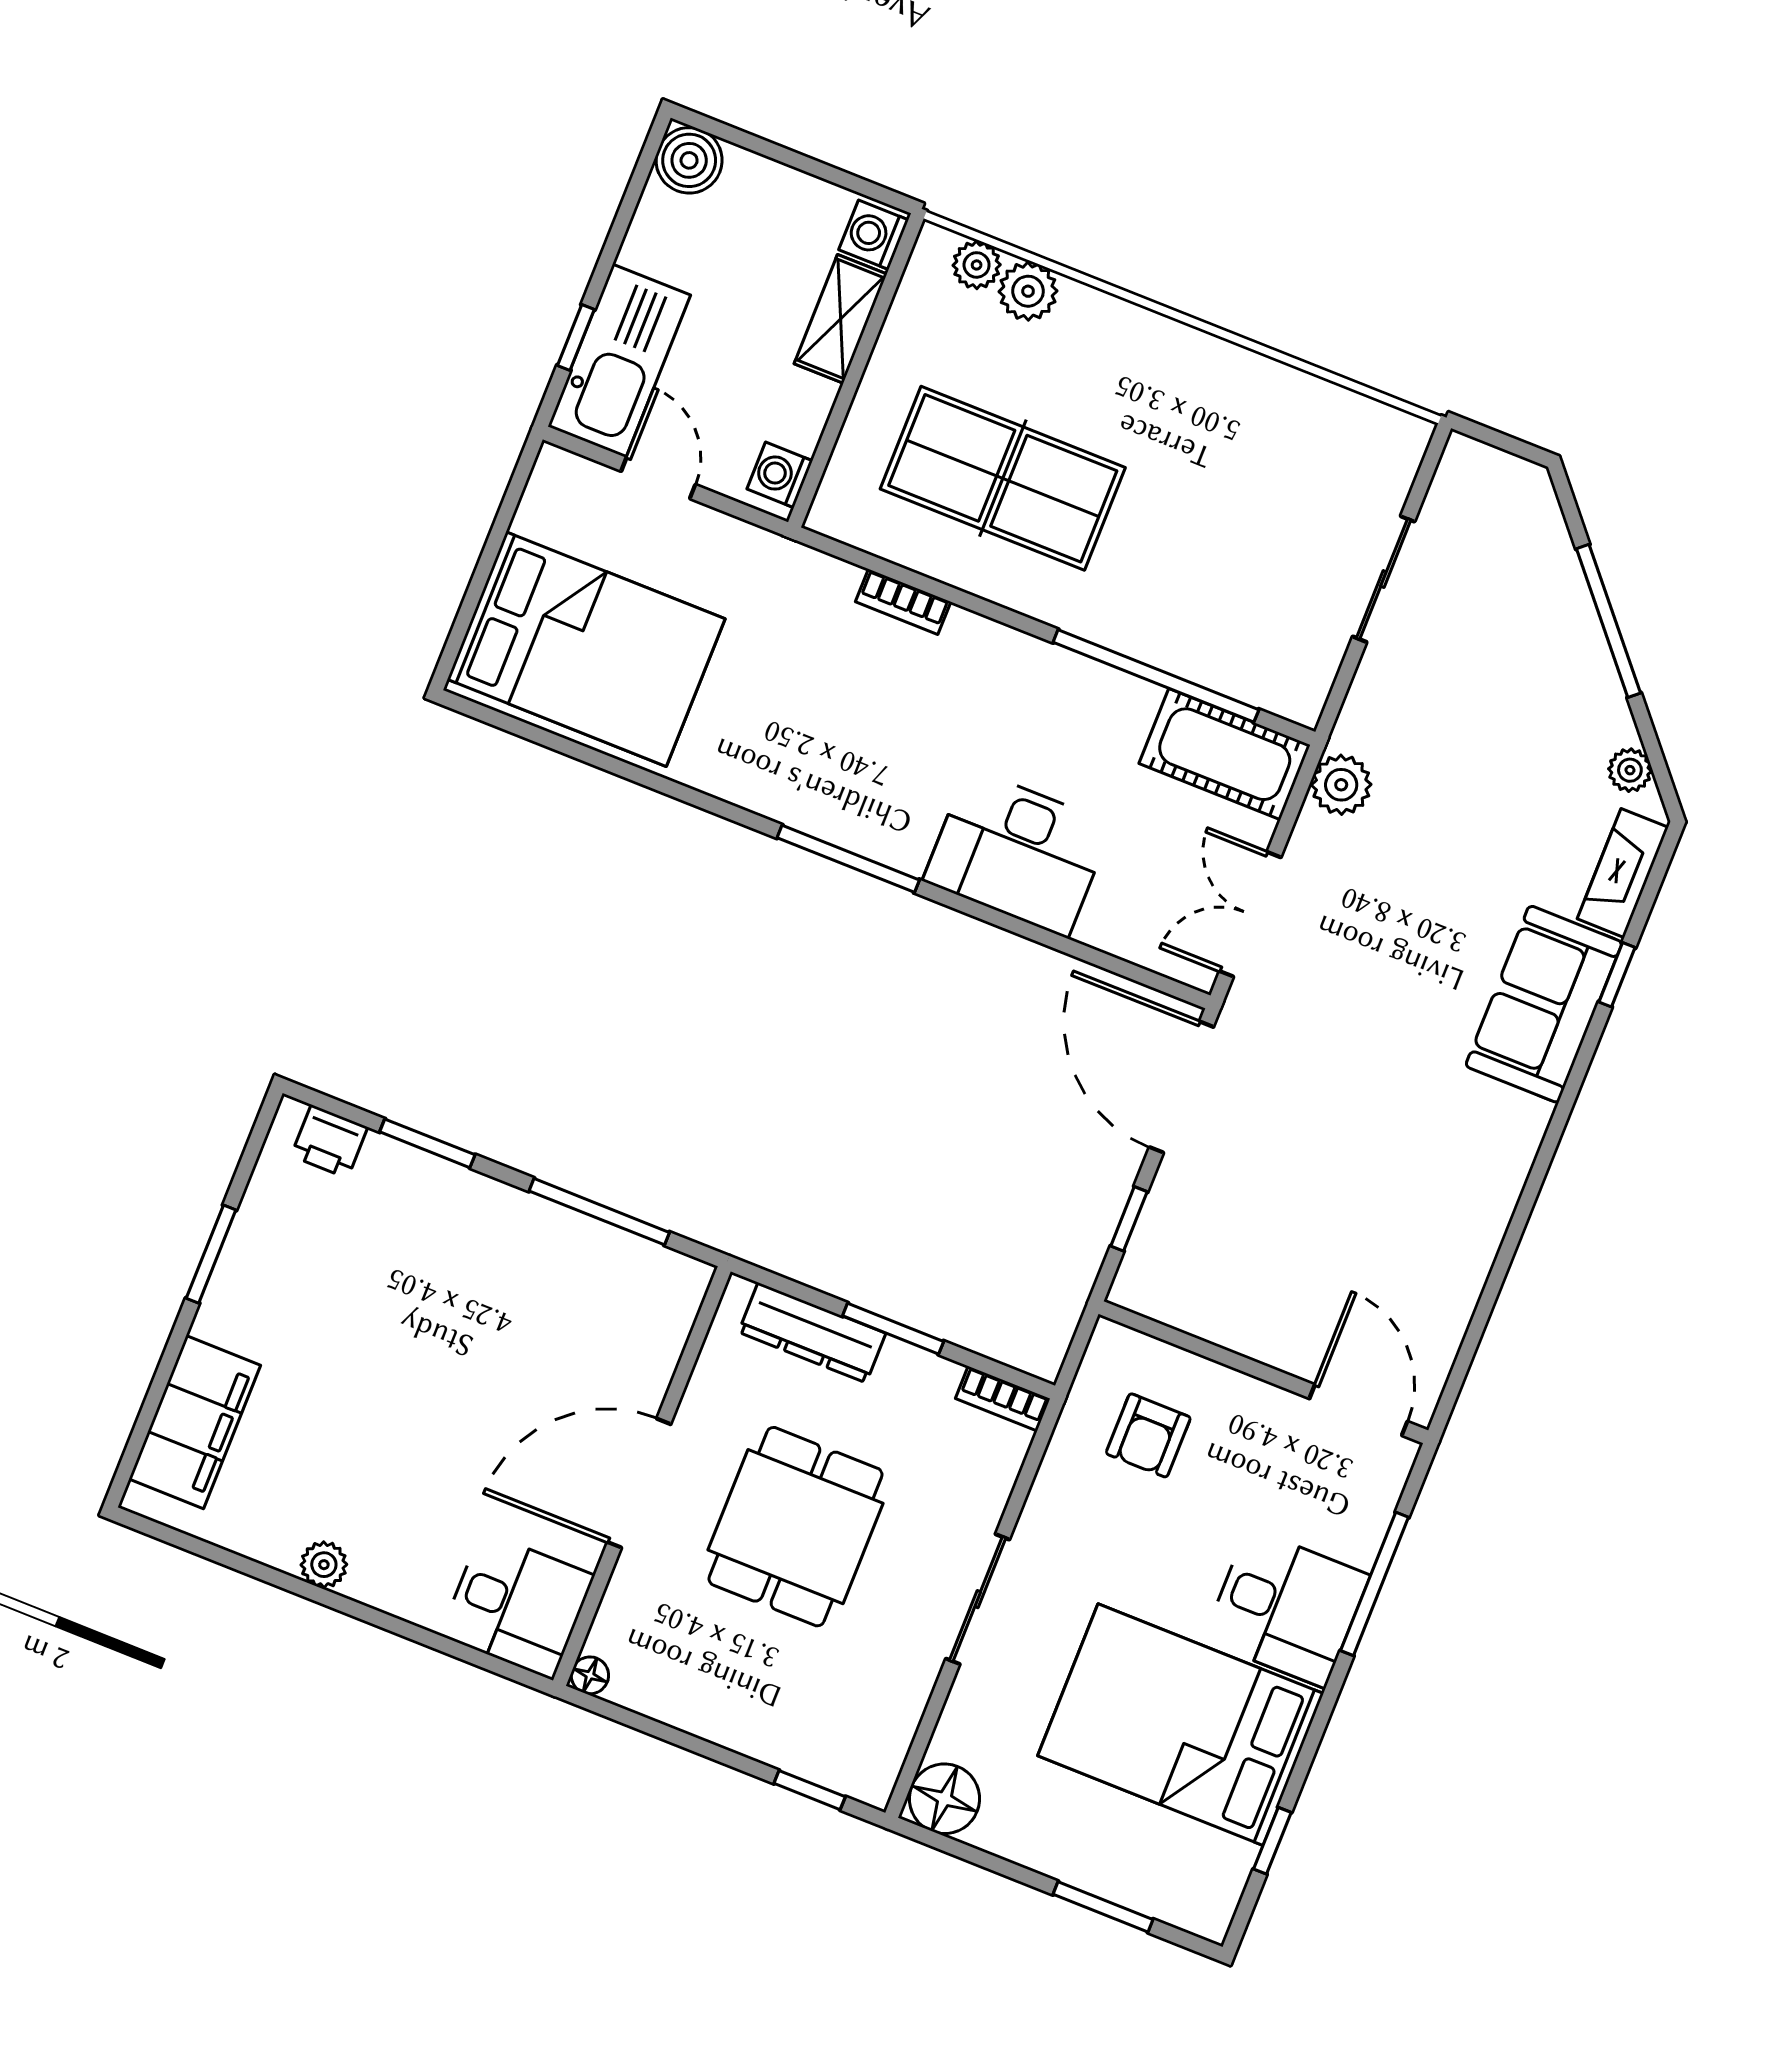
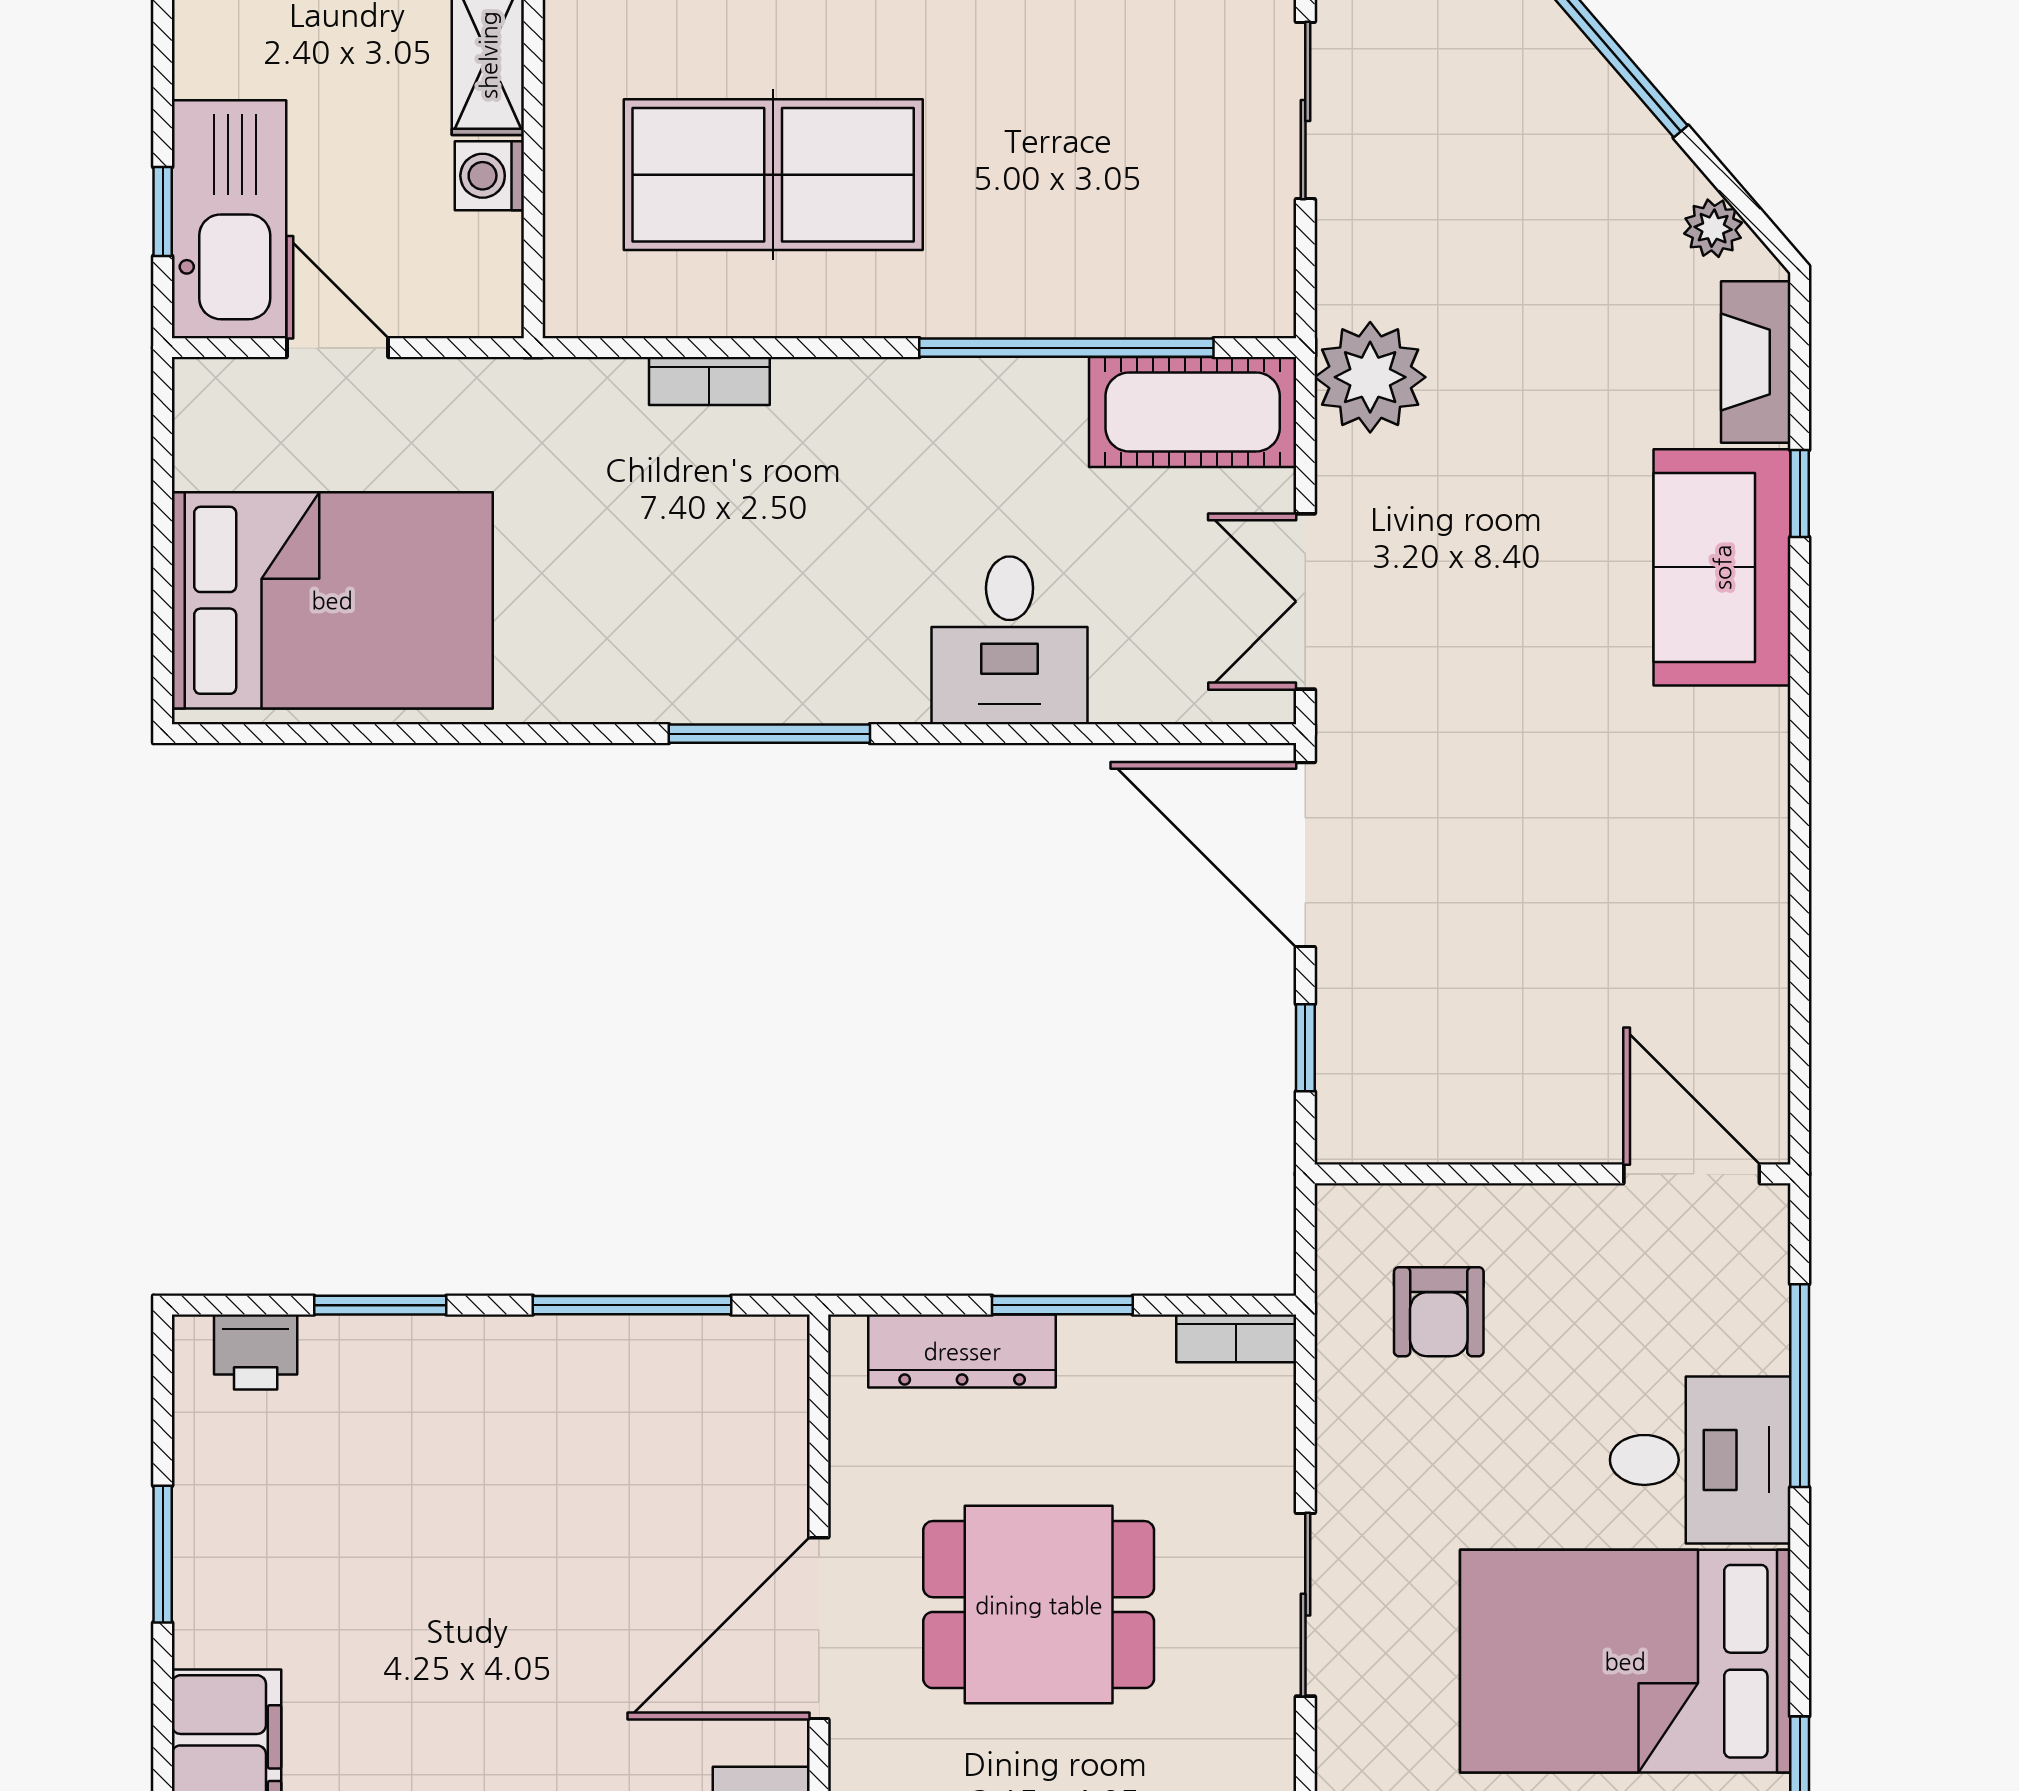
washing machine: (780, 475) -> (489, 176), moved
plant: (1341, 785) -> (1370, 377), width x1.36, depth x1.36
desk: (1018, 853) -> (1010, 640), width x0.73
dining table: (795, 1527) -> (1039, 1605), turned 90

